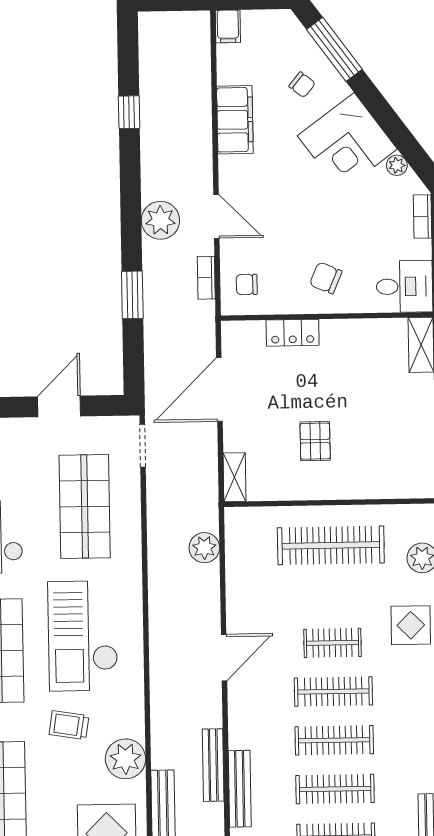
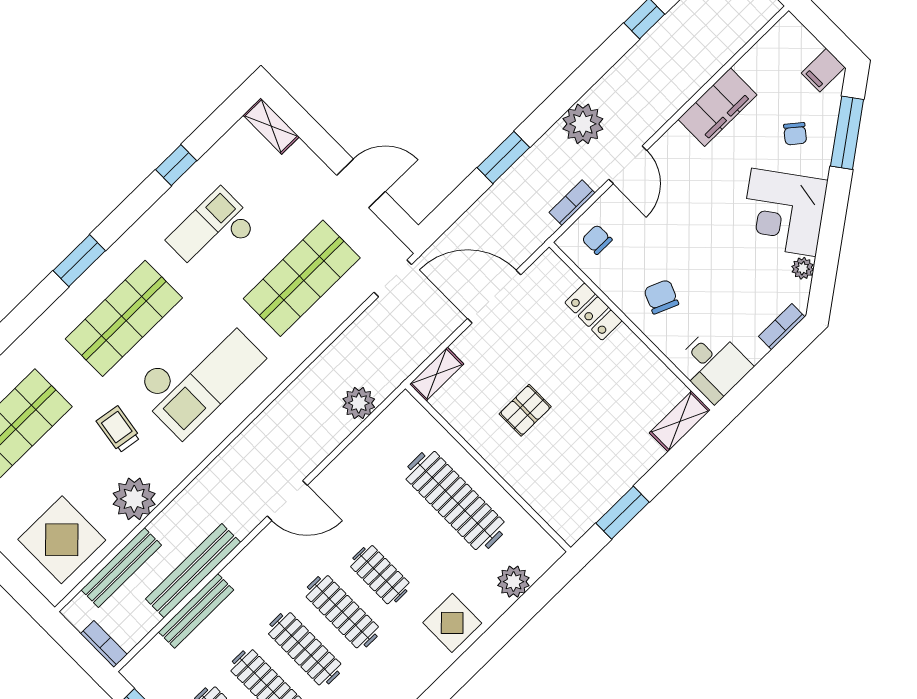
filing cabinet: (228, 26) -> (823, 70), moved
checkout: (83, 636) -> (199, 374), turned 180
bench: (213, 765) -> (193, 571), width x1.37, depth x1.21

